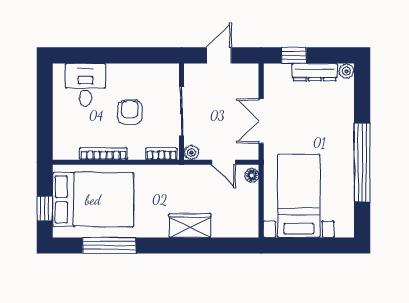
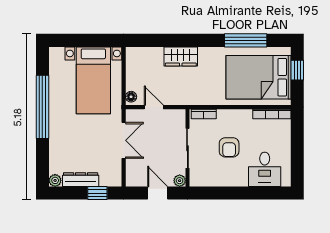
door: (219, 55) -> (158, 193), swing flipped
plant: (191, 152) -> (180, 181), moved
bookcase: (103, 154) -> (272, 114), moved

